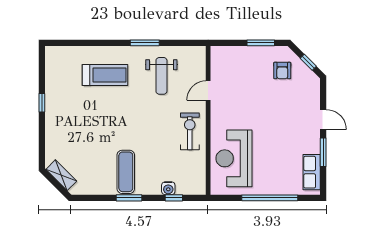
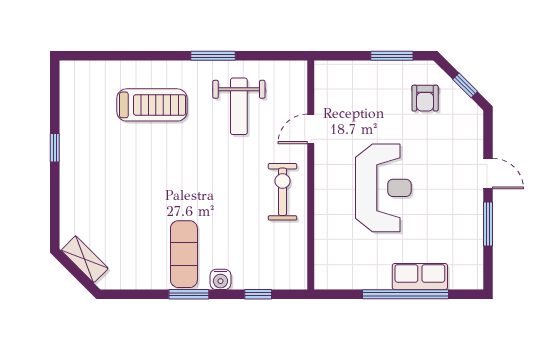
reception desk: (234, 158) -> (383, 188), moved, turned 180
row of seats: (312, 172) -> (420, 277), moved, turned 90
water cooler: (168, 188) -> (220, 279), moved

